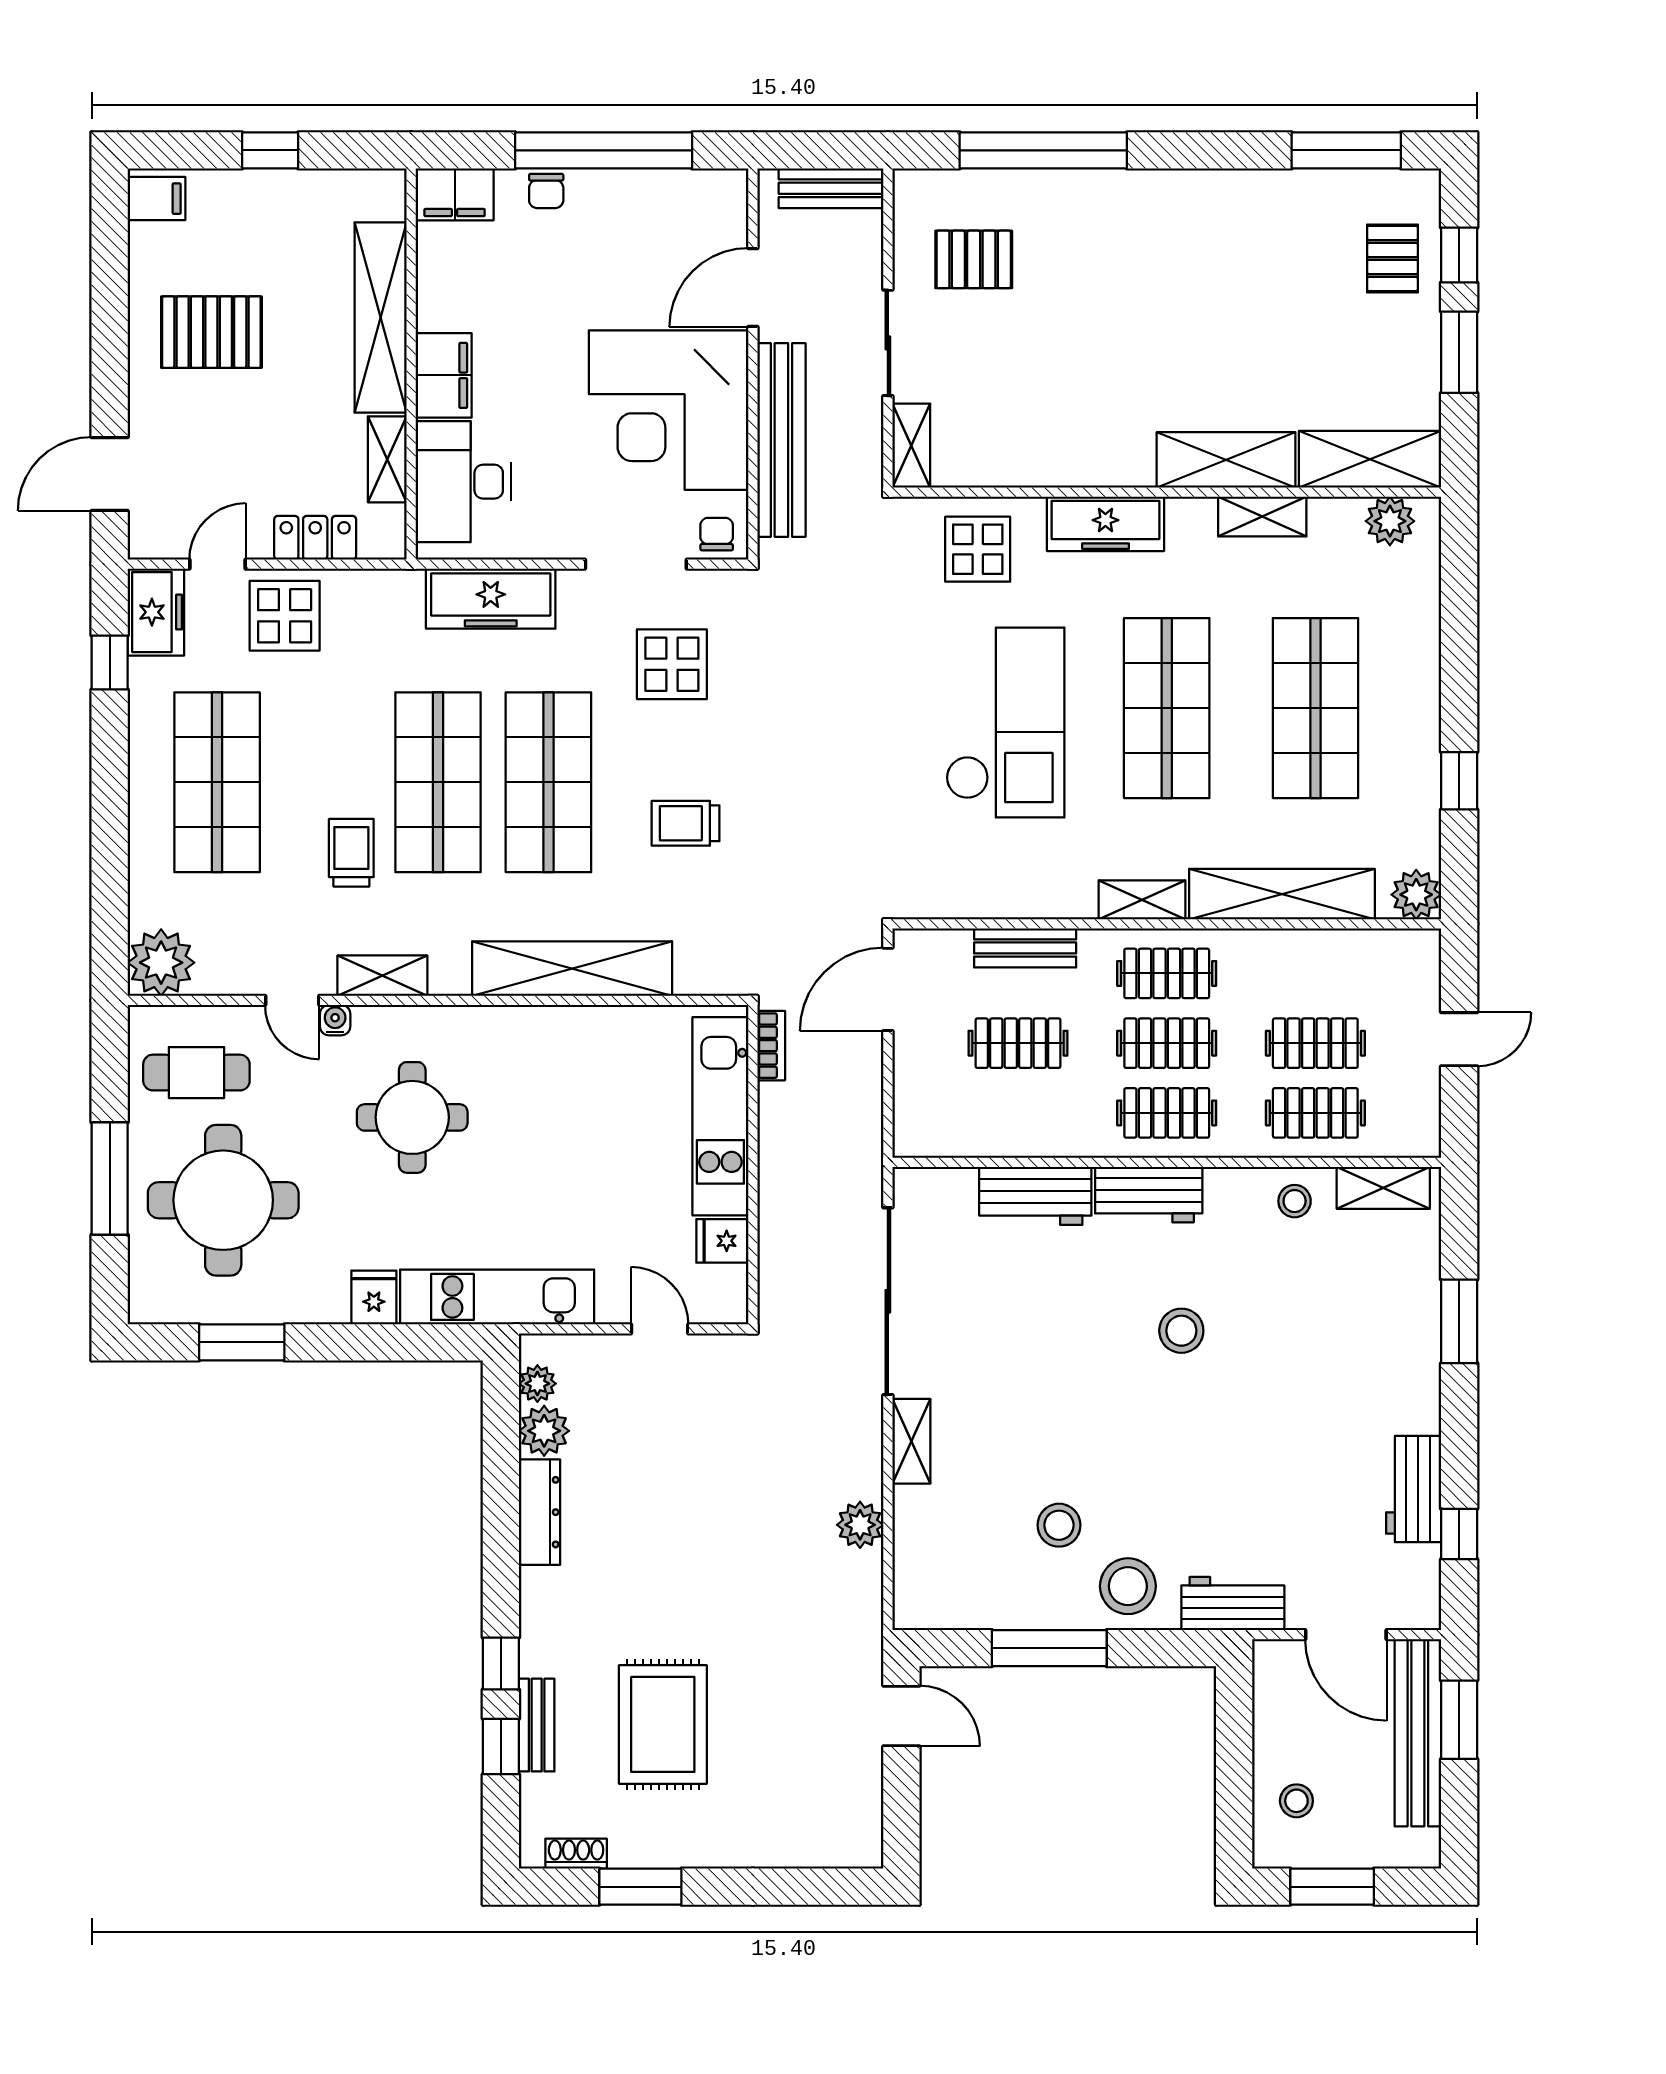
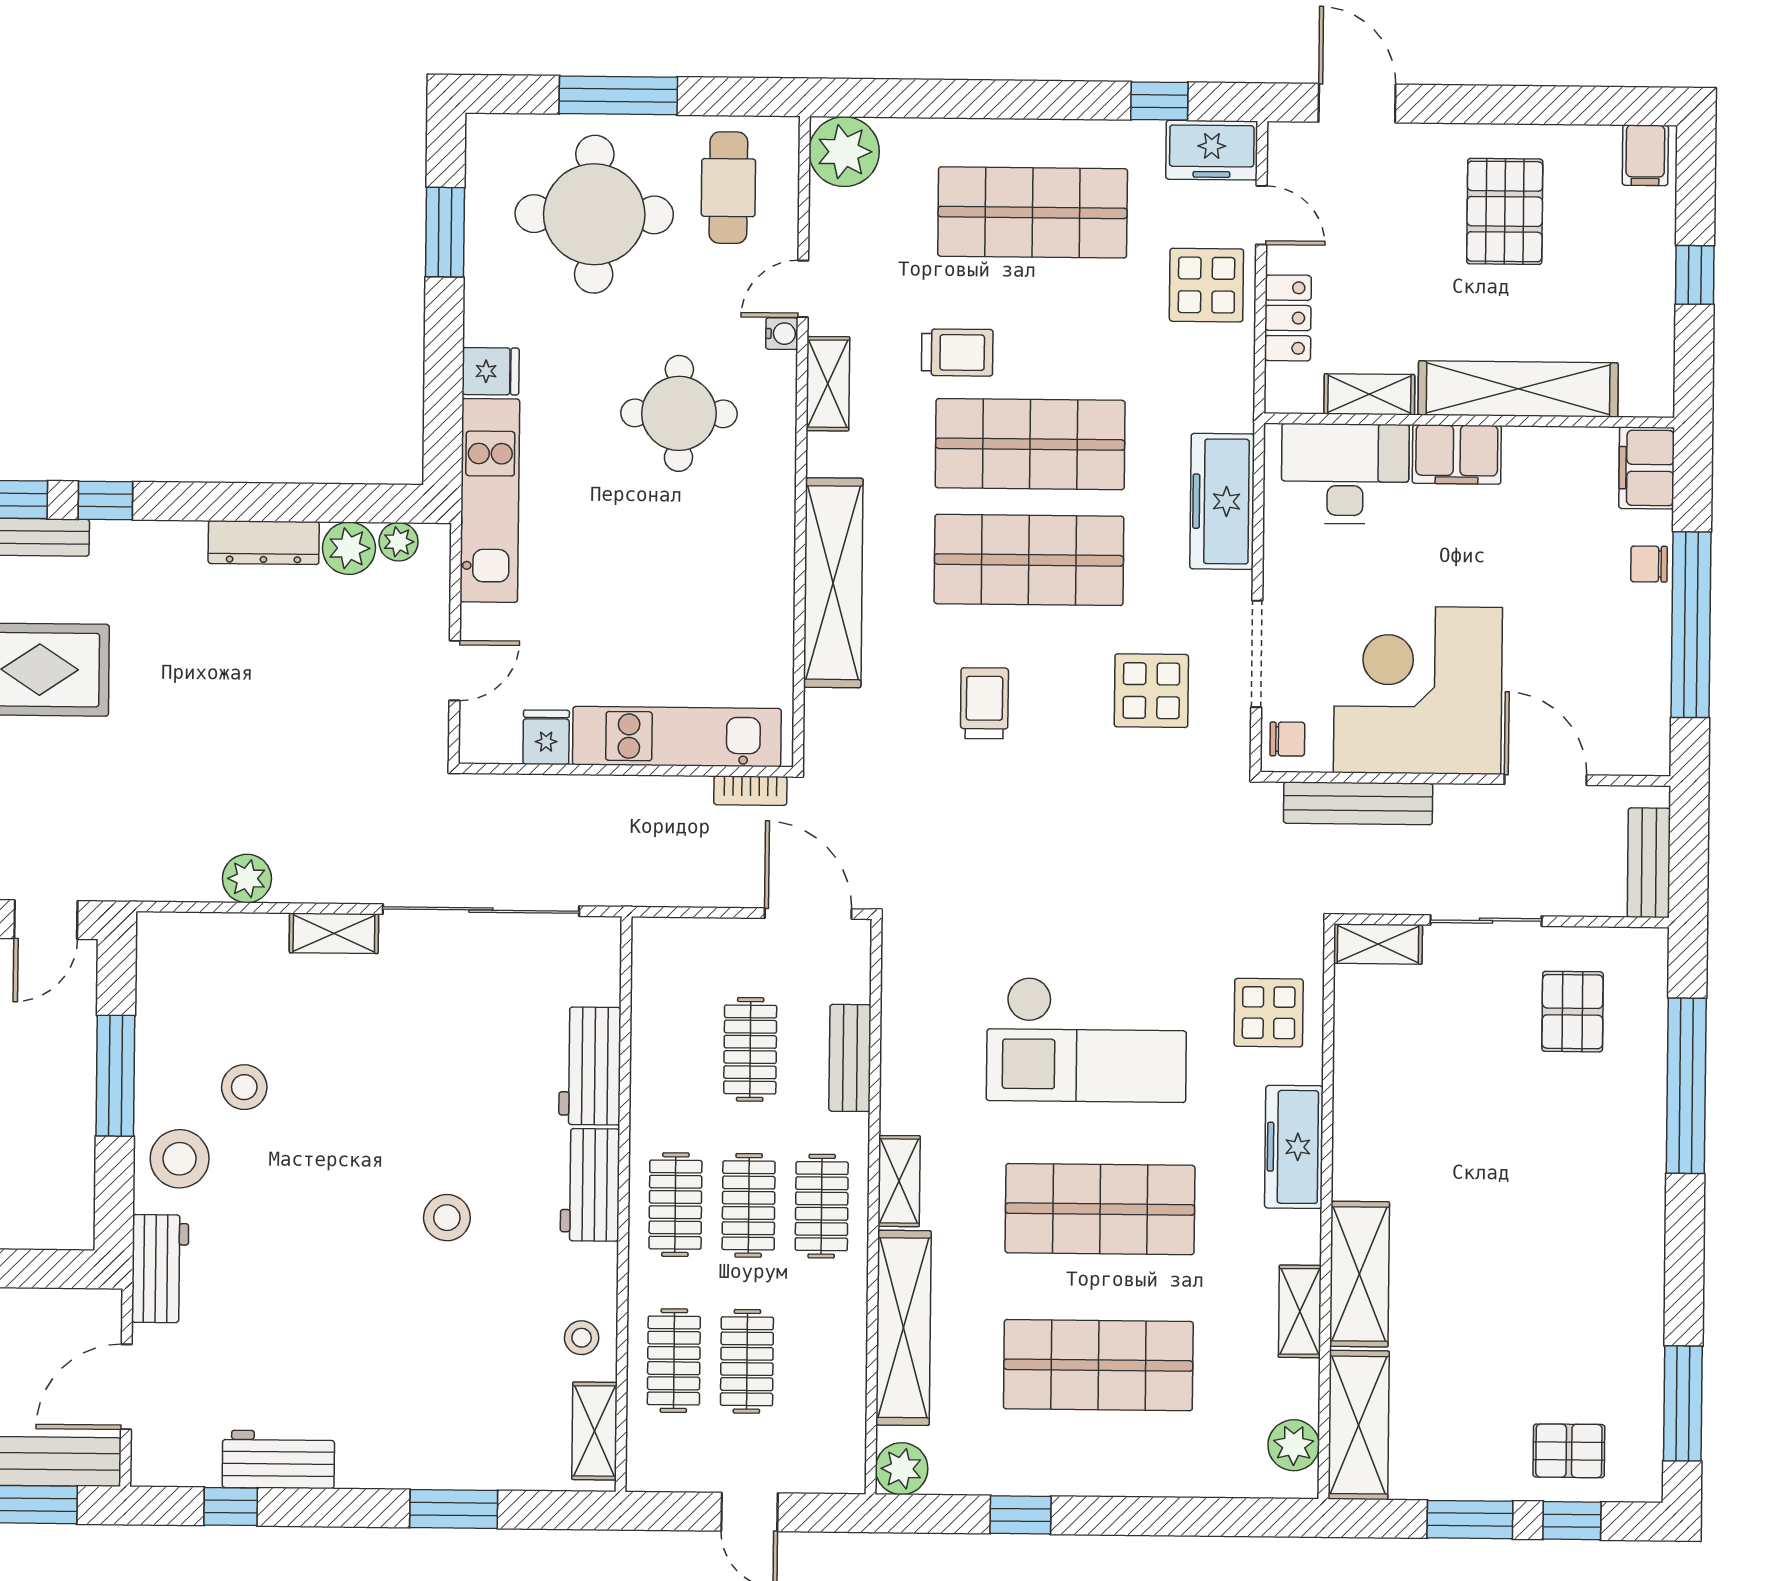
bench: (781, 440) -> (1358, 803), width x0.73, depth x0.82

